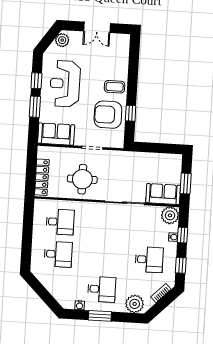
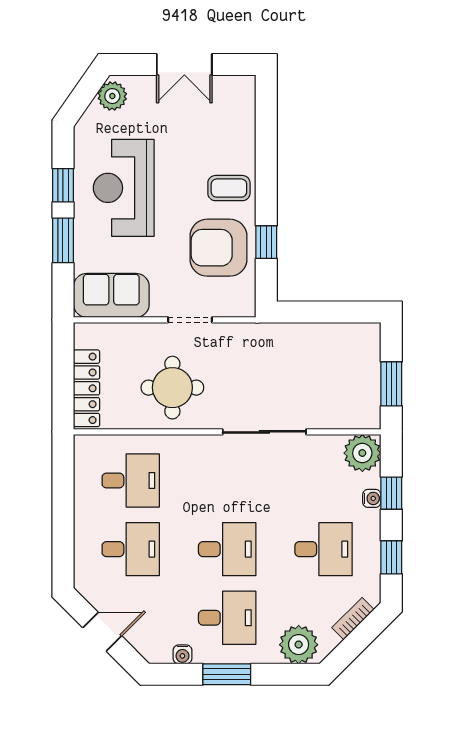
sofa: (163, 194) -> (345, 409), removed
desk: (104, 257) -> (227, 549), added
door: (42, 292) -> (102, 632), added

